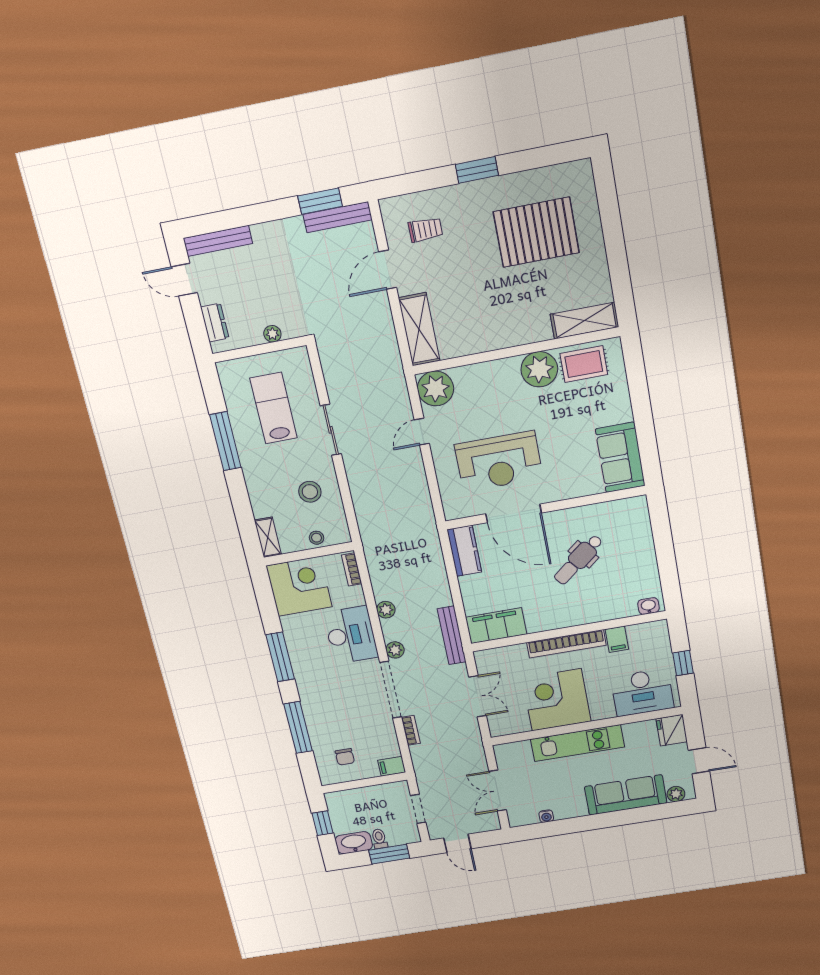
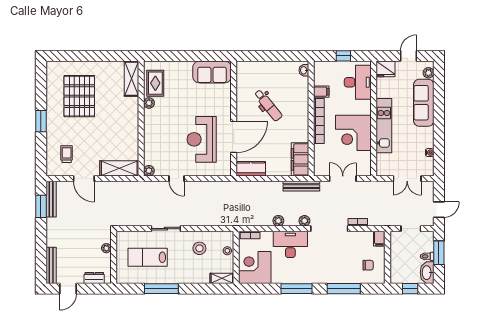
plant: (539, 369) -> (149, 103), width x0.53, depth x0.53
plant: (436, 389) -> (149, 171), width x0.53, depth x0.53
reception desk: (499, 461) -> (202, 139), turned 180

